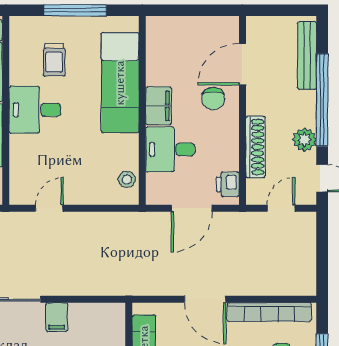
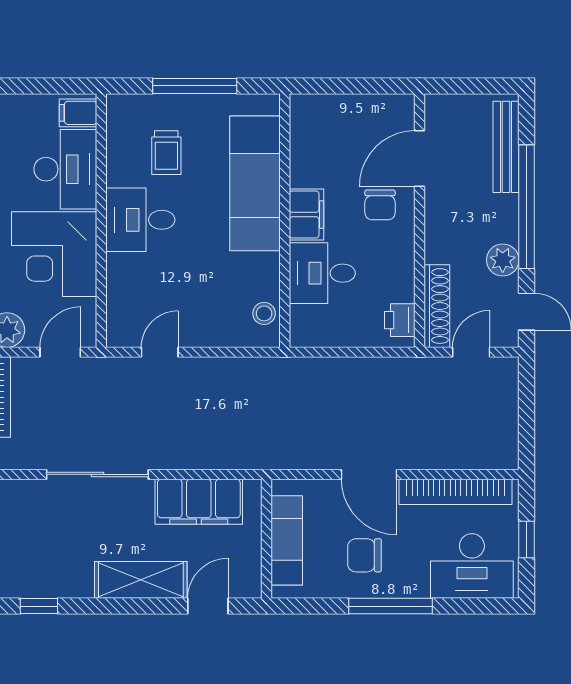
shoe rack: (255, 147) -> (437, 306), moved
door: (192, 208) -> (351, 352), removed
filing cabinet: (57, 317) -> (199, 502), width x3.00, depth x1.17

